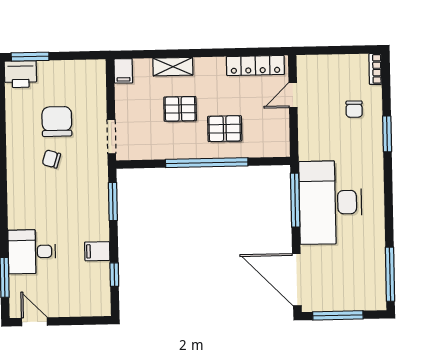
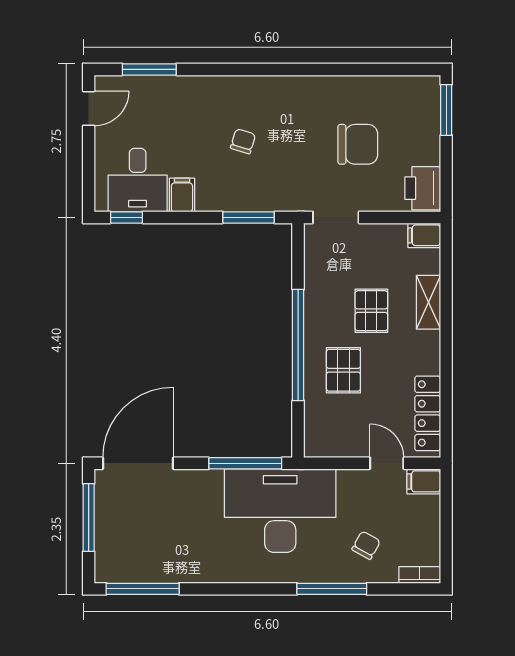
filing cabinet: (306, 67) -> (424, 481), added
printer: (20, 74) -> (423, 188), moved
chair: (354, 109) -> (366, 545), turned 119
window: (387, 134) -> (332, 589), width x1.44
chair: (51, 159) -> (243, 141), moved
desk: (330, 202) -> (280, 511), moved
desk: (32, 252) -> (138, 180), moved, turned 180
window: (114, 275) -> (126, 217), moved

